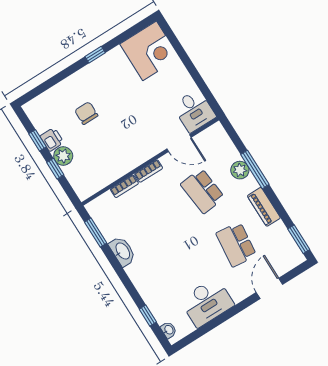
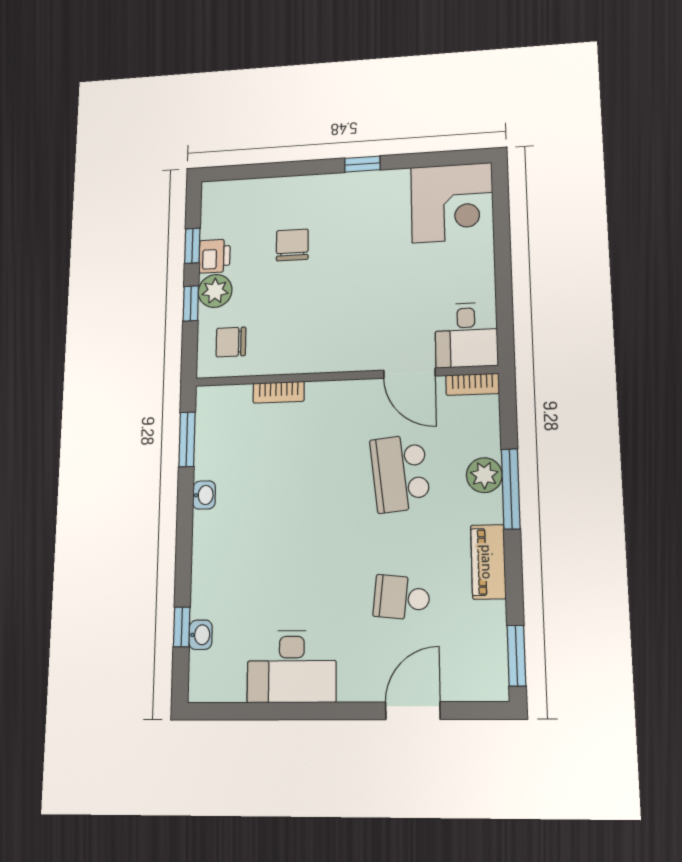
bookcase: (149, 171) -> (472, 384), moved
chair: (87, 176) -> (231, 342), added
school desk: (236, 244) -> (402, 598), width x0.54
washbasin: (122, 251) -> (204, 495), width x0.52, depth x0.69
washbasin: (169, 330) -> (201, 635), moved

